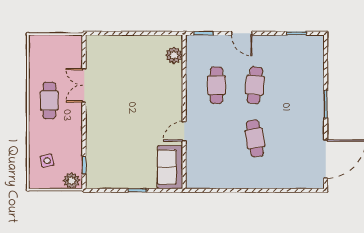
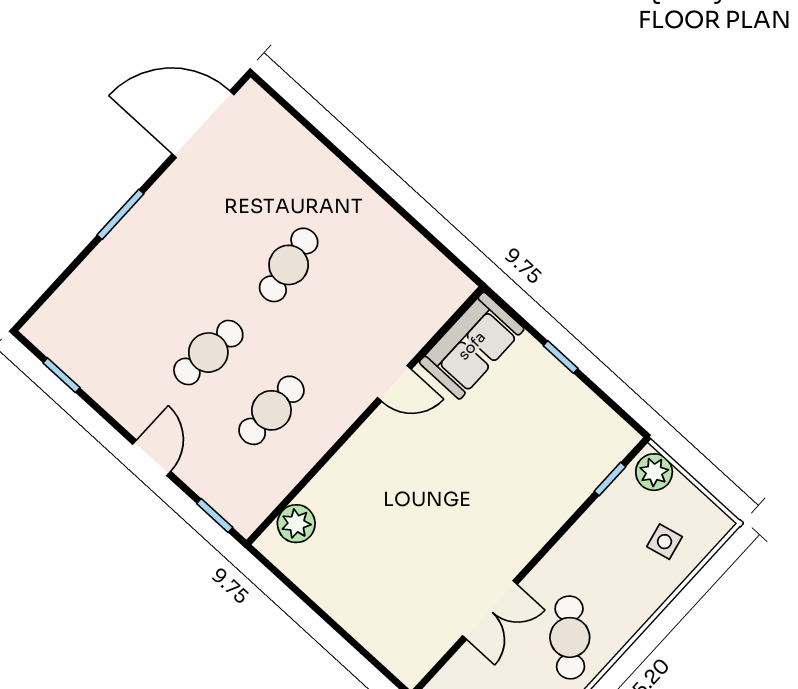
cafe table: (49, 100) -> (570, 637), turned -44

